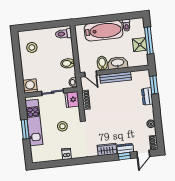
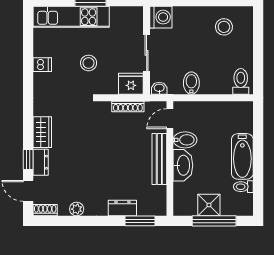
bathtub: (104, 31) -> (242, 156), width x0.73, depth x0.73
kitchen unit: (34, 122) -> (71, 17), moved

